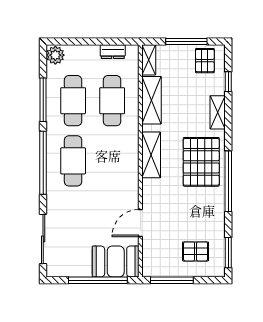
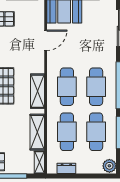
cafe table: (112, 161) -> (67, 87), added

